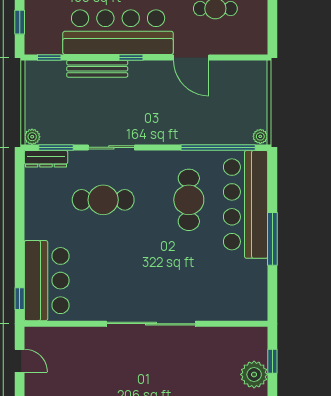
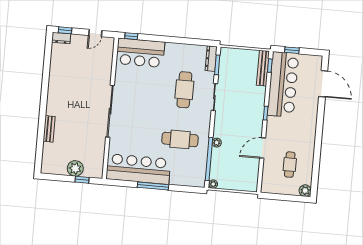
bar counter: (118, 32) -> (283, 84), moved
bench: (97, 69) -> (263, 68), moved
plant: (32, 137) -> (217, 143), moved
bar counter: (246, 204) -> (138, 169), moved

